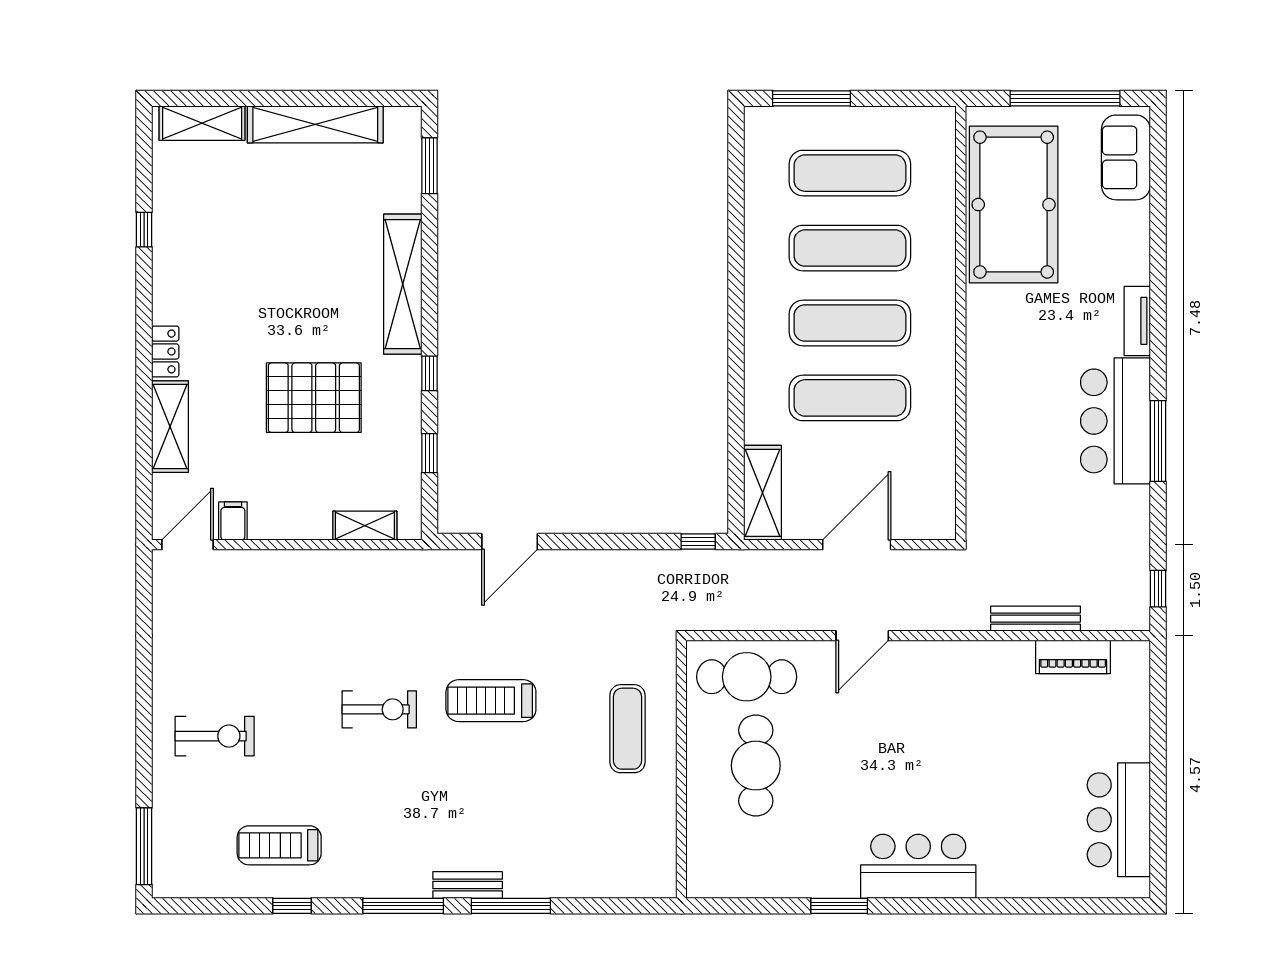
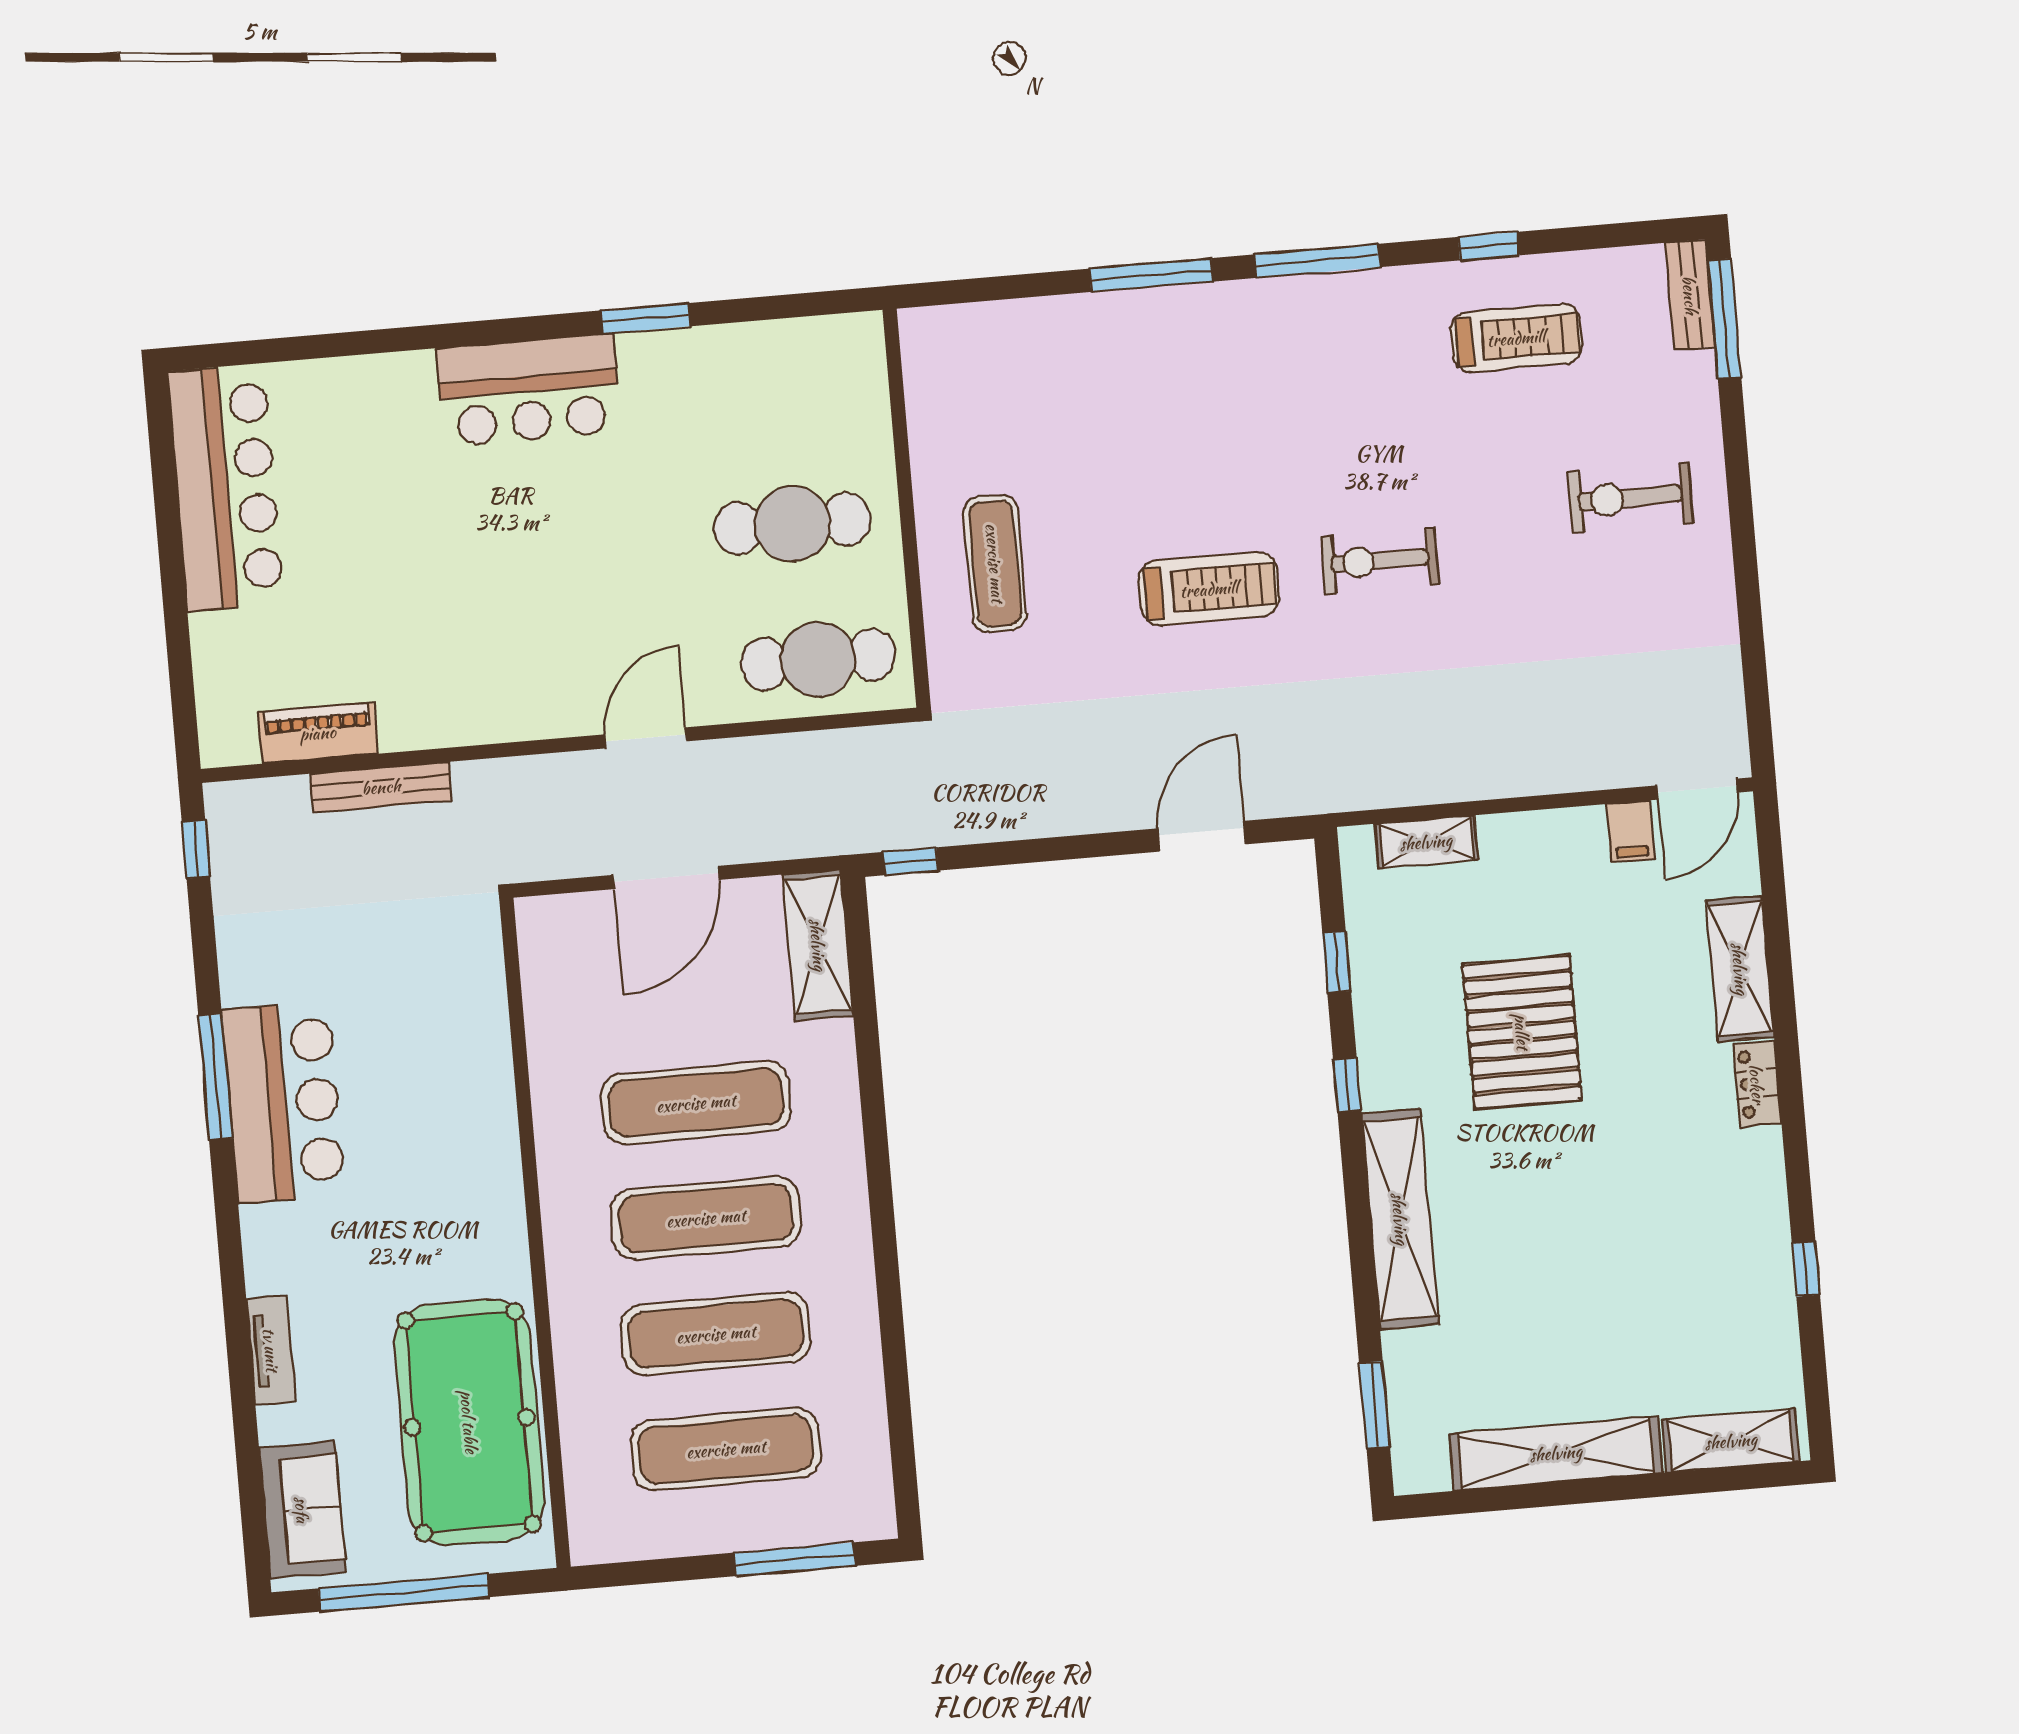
tv unit: (1137, 321) -> (271, 1350), moved
pallet: (314, 398) -> (1522, 1032), turned 90
cafe table: (756, 766) -> (792, 524), turned 90
bar counter: (1119, 820) -> (226, 488), width x1.36
bench: (468, 885) -> (1690, 295), moved, turned 90

